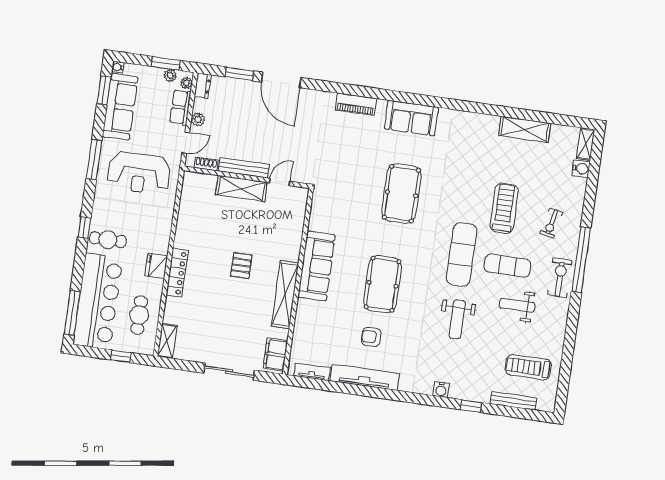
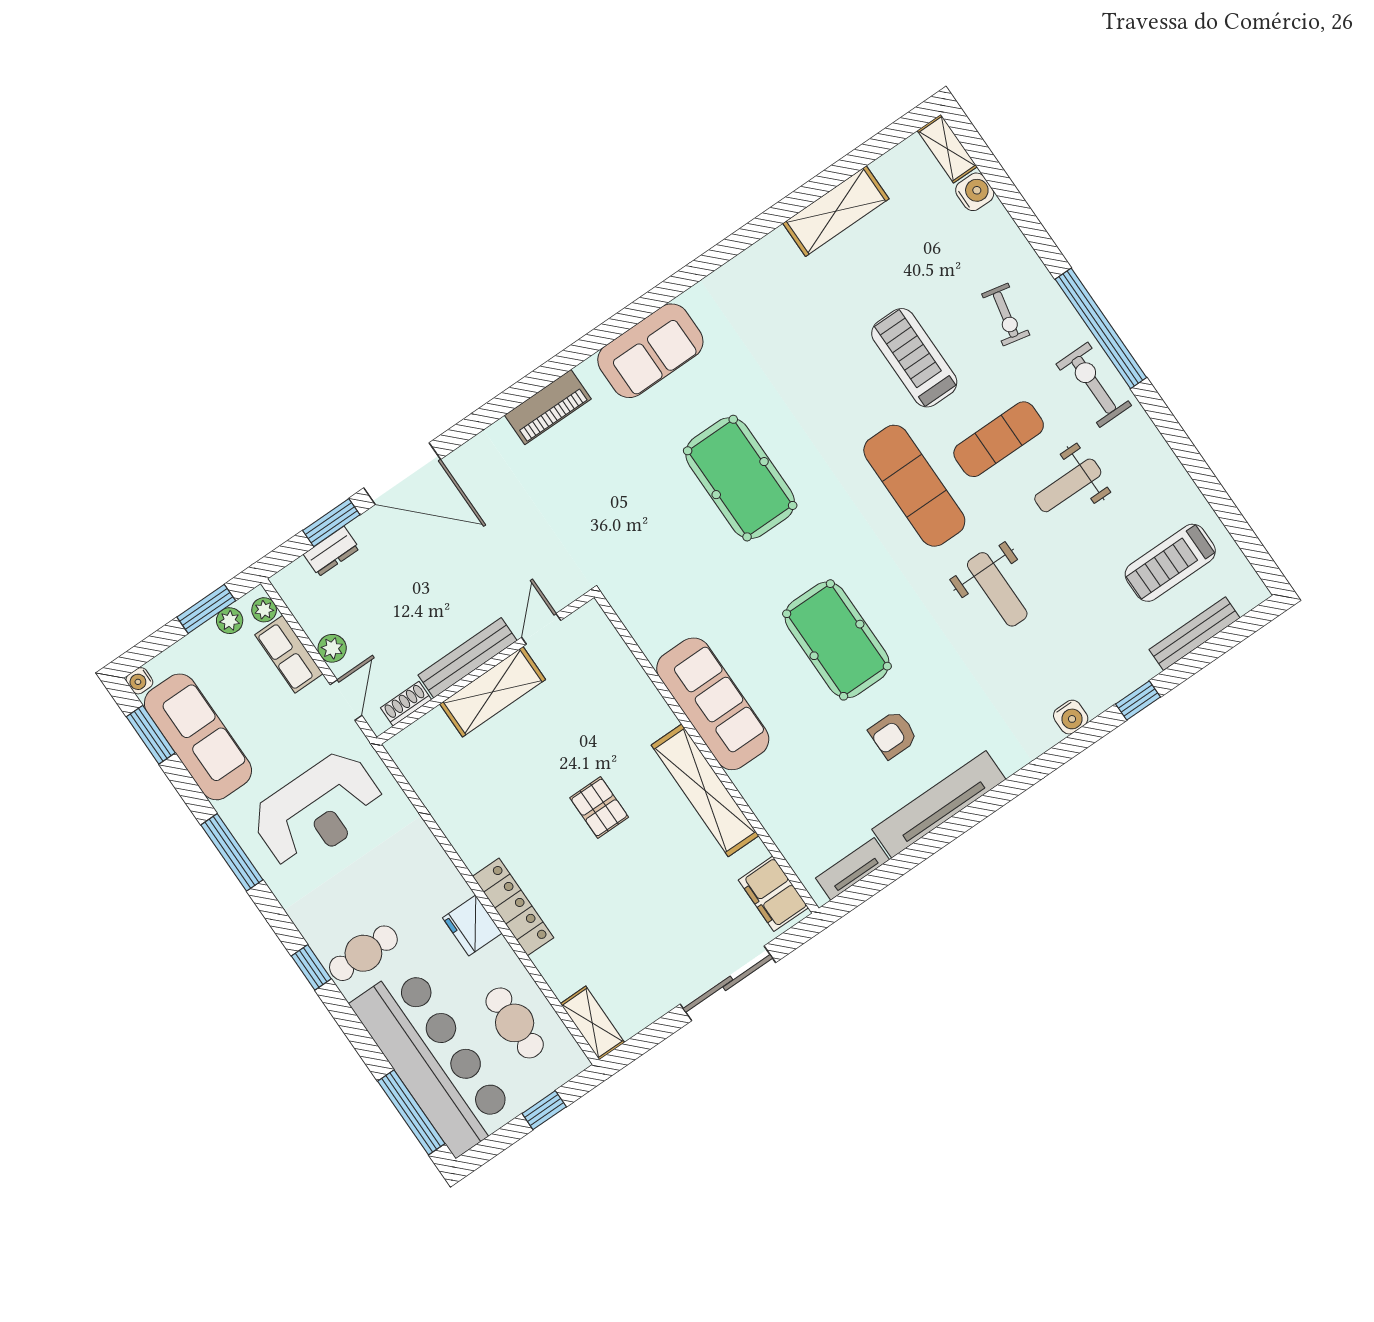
dresser: (203, 86) -> (331, 551), moved, turned 90

